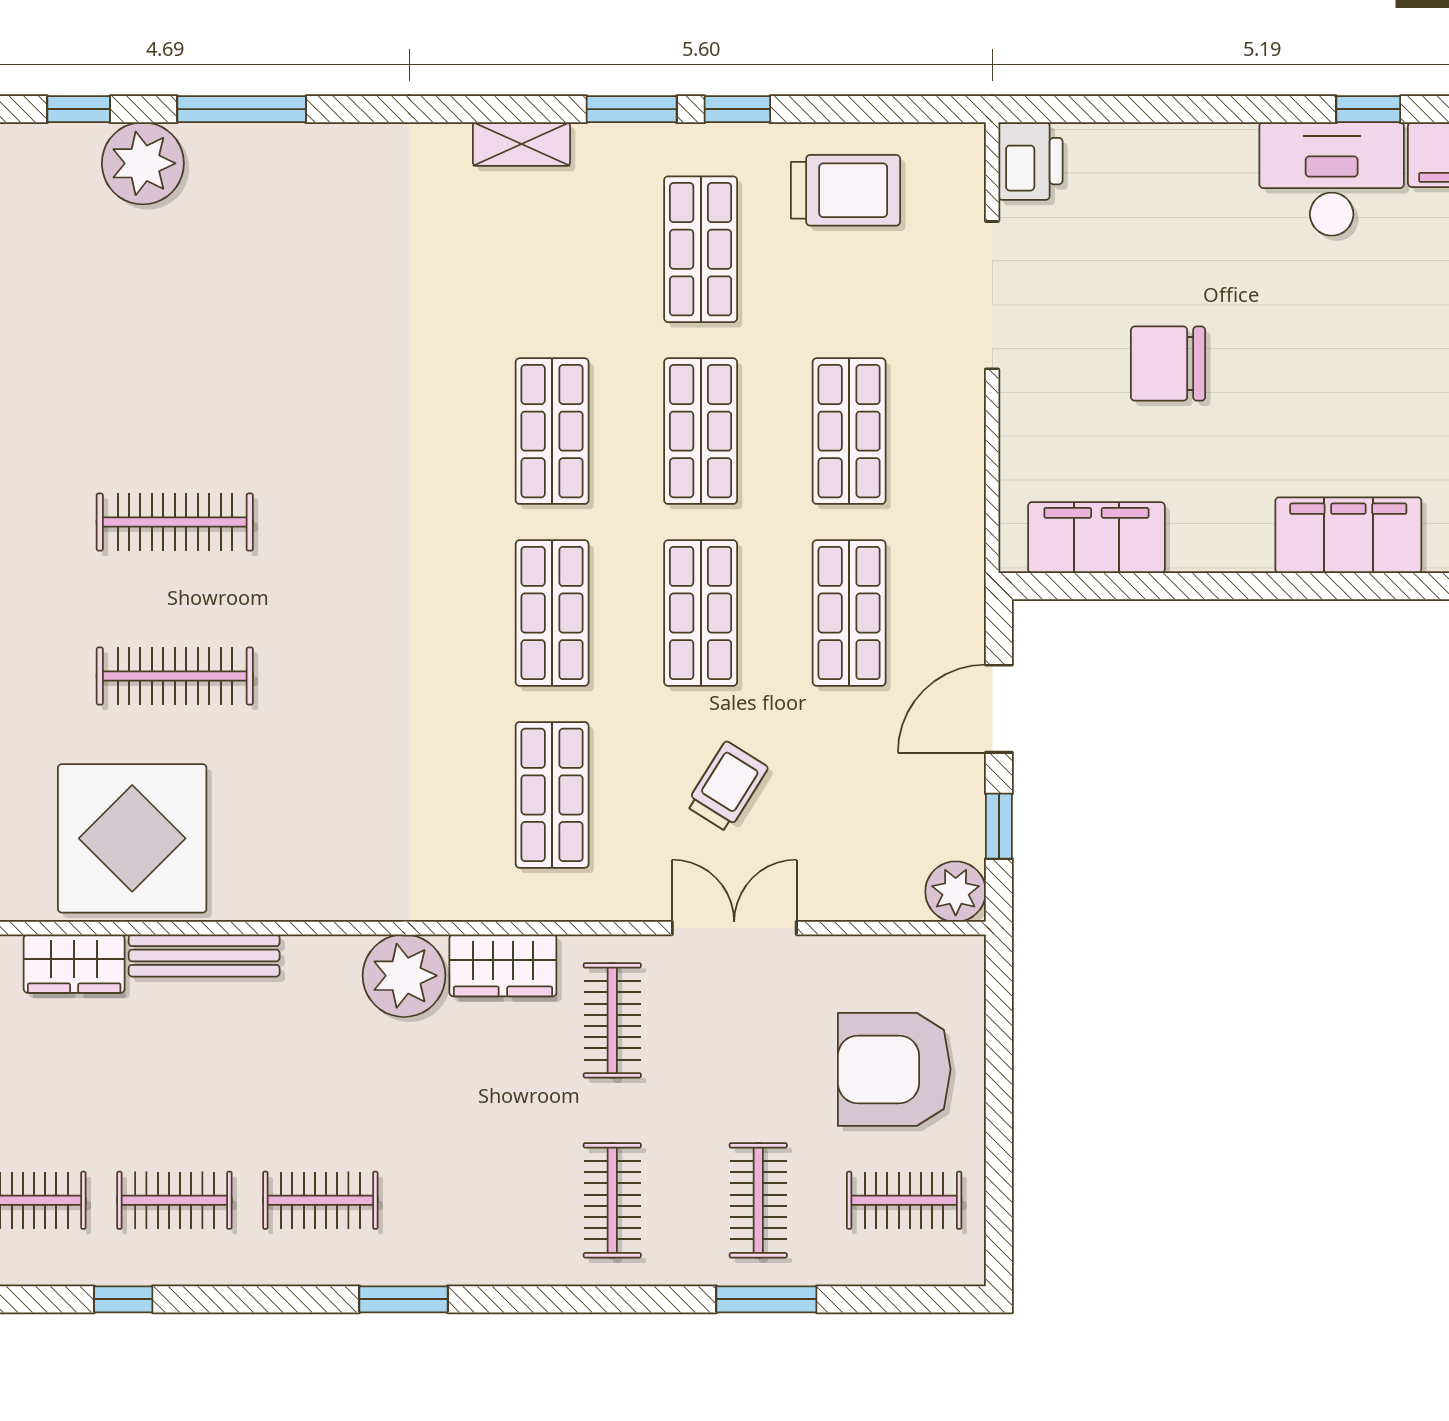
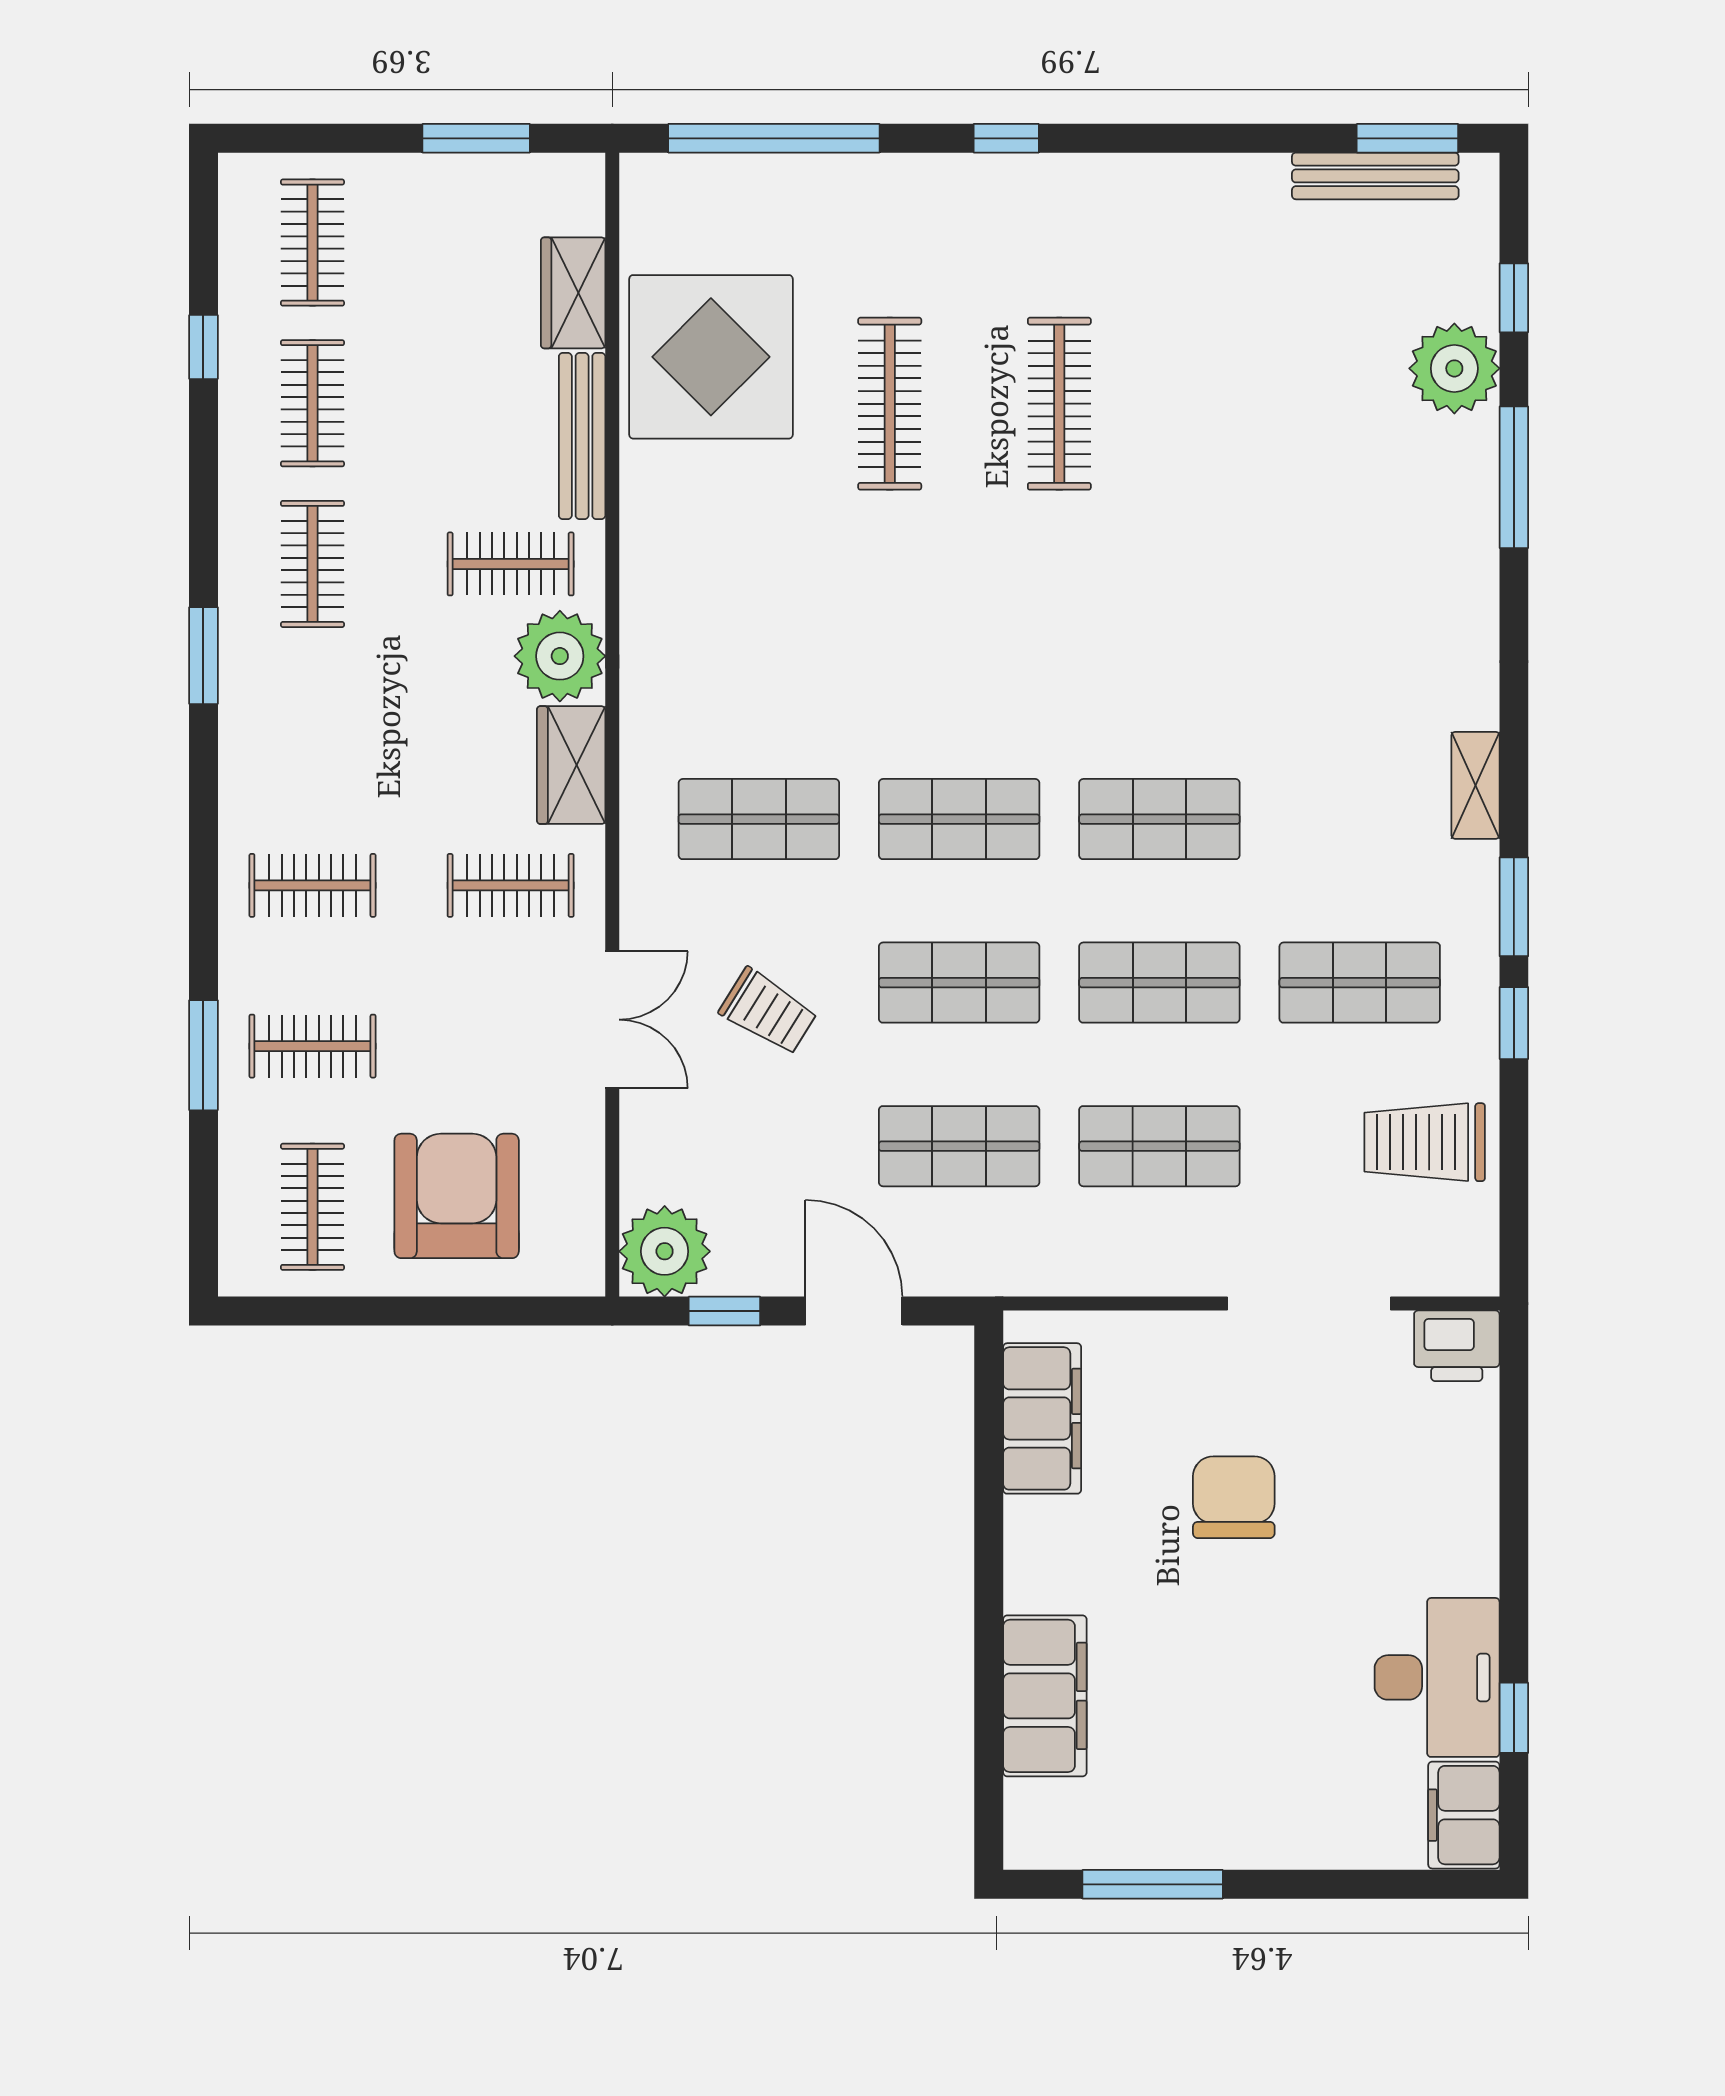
trolley: (845, 190) -> (1425, 1142), turned 90
plant: (956, 892) -> (665, 1251), width x1.36, depth x1.36
clothes rail: (320, 1020) -> (511, 564), added

